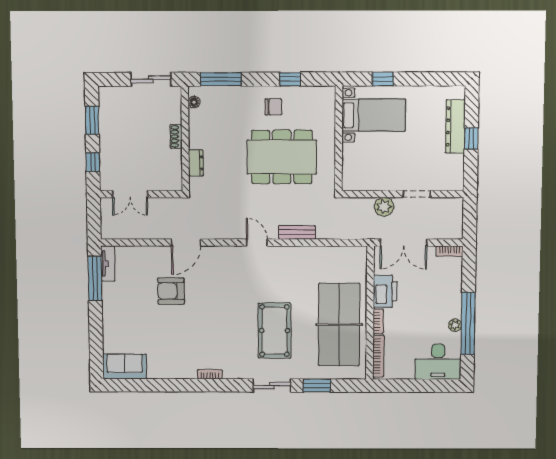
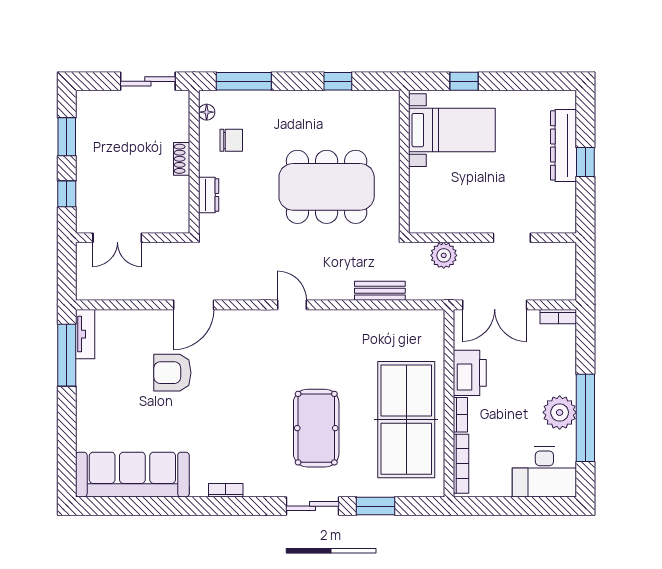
chair: (273, 107) -> (231, 140), moved
plant: (384, 207) -> (444, 255), moved
bench: (297, 232) -> (380, 291), moved
plant: (455, 325) -> (560, 412), width x1.87, depth x1.87
sofa: (125, 367) -> (132, 475), width x1.85, depth x1.27

